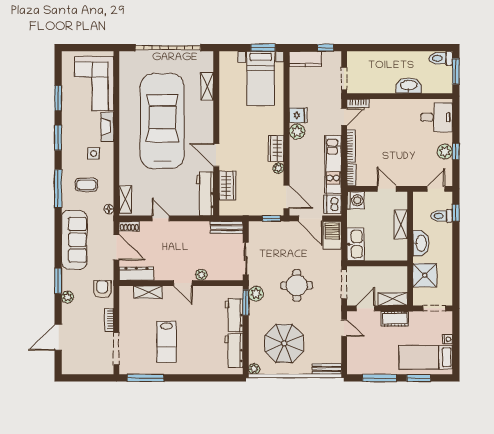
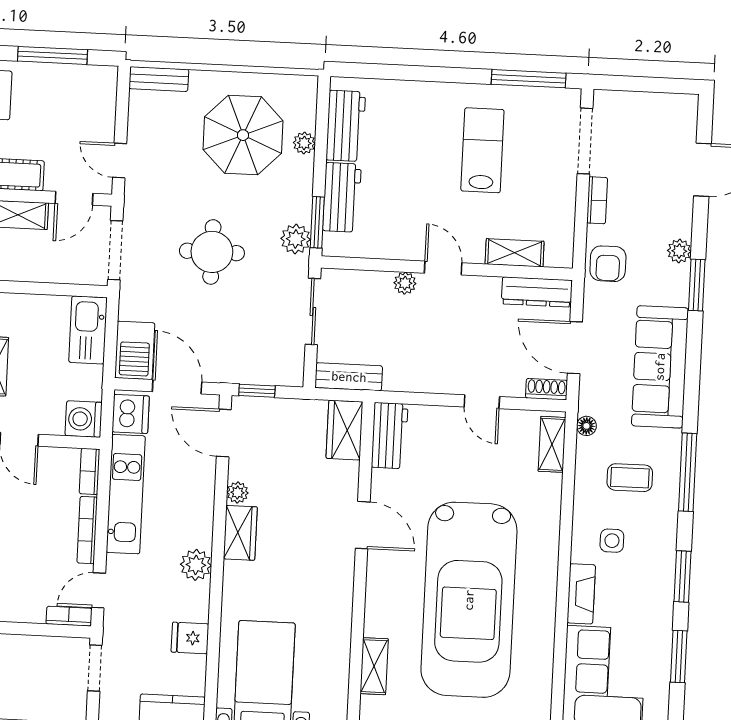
fridge: (298, 115) -> (190, 638), moved
wardrobe: (227, 186) -> (345, 430), moved
workbench: (205, 194) -> (390, 436), width x0.73
plant: (254, 369) -> (304, 143), moved

